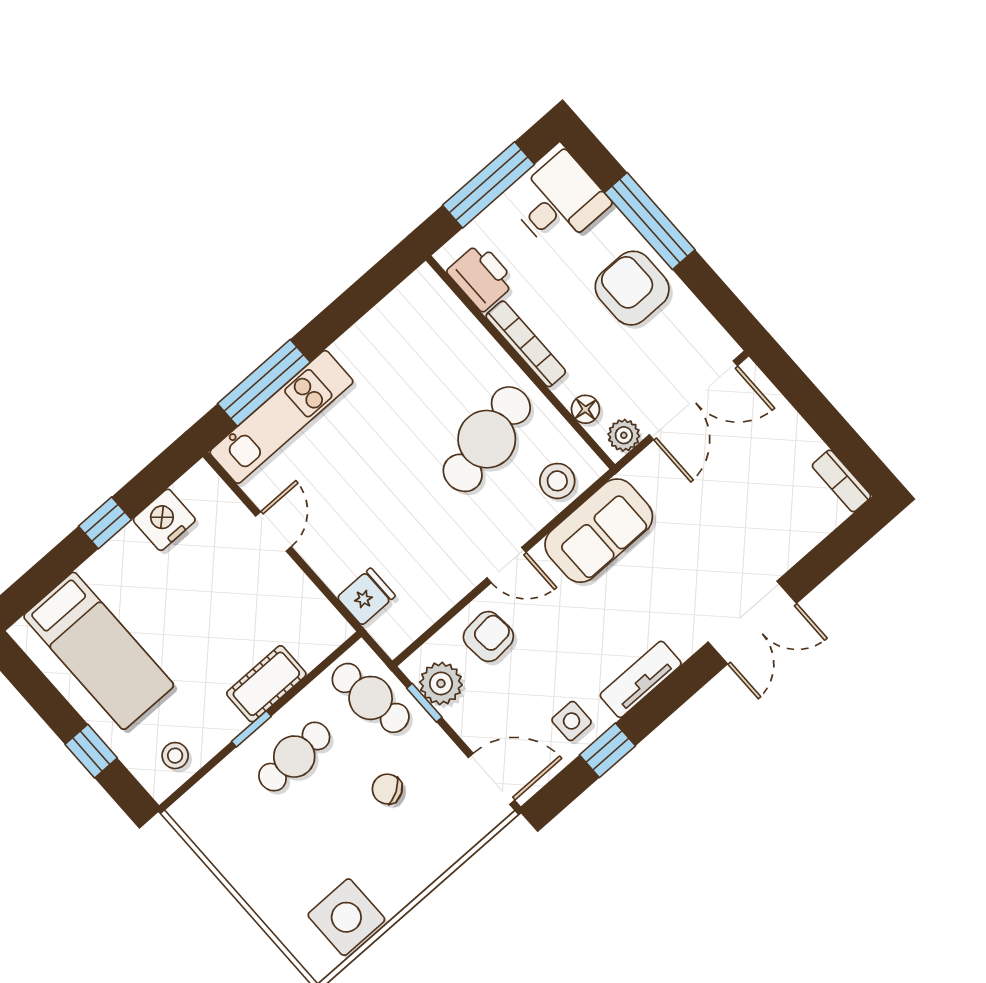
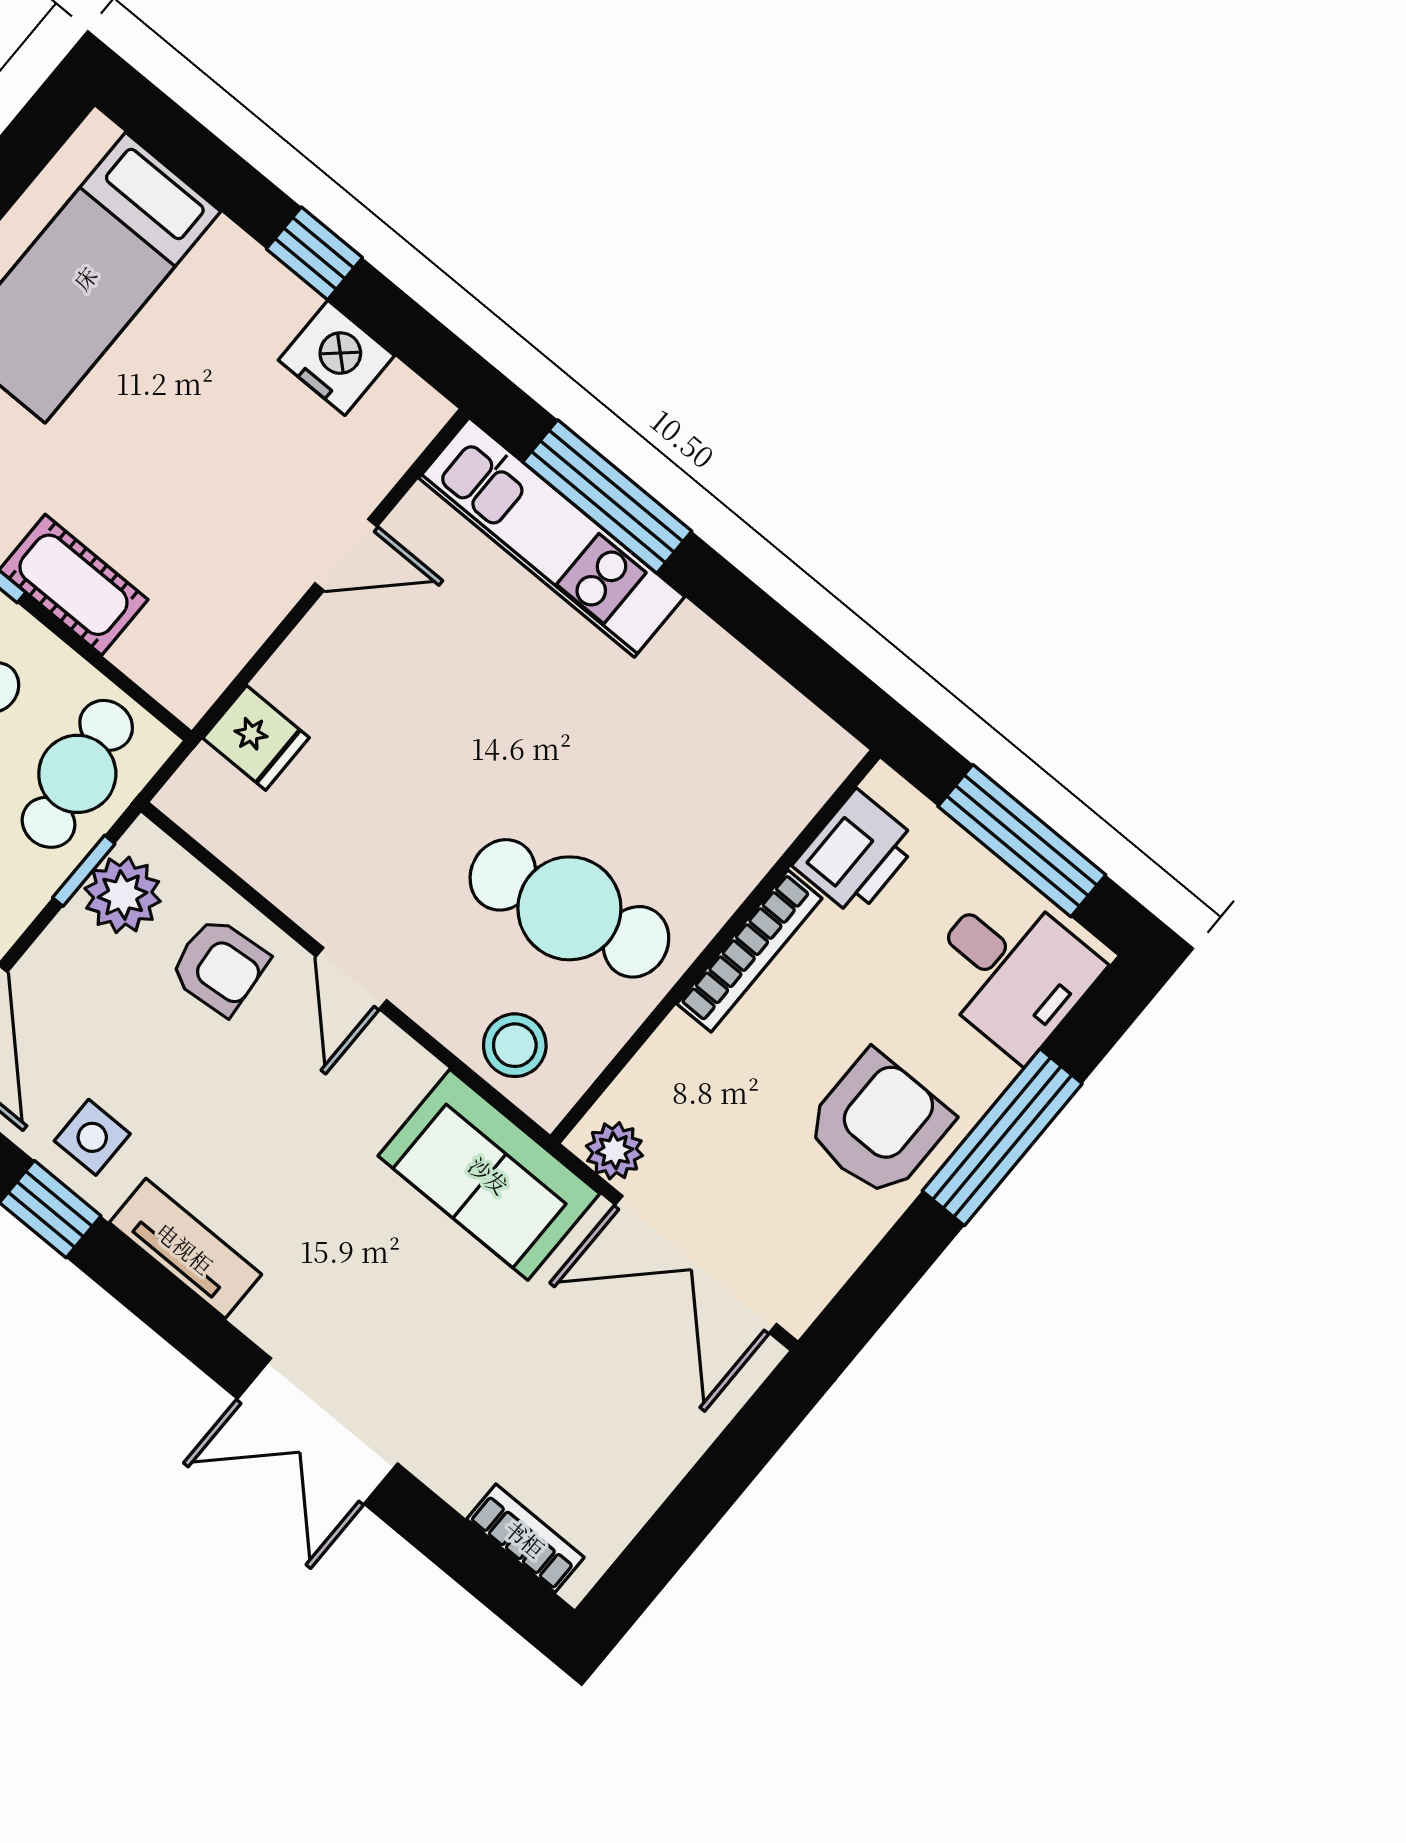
floor lamp: (585, 409) -> (650, 1075), removed
bookcase: (842, 481) -> (525, 1538), moved, turned 90
sofa: (599, 531) -> (489, 1175), moved

